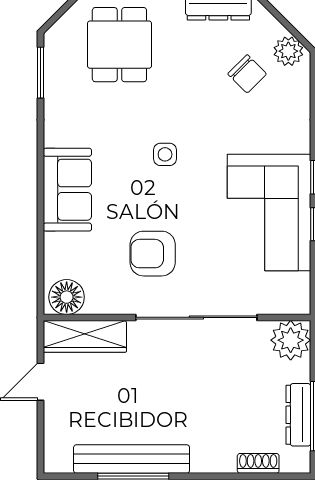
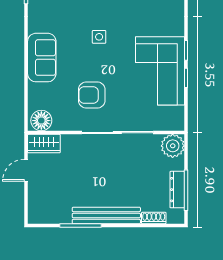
wardrobe: (85, 336) -> (44, 144), width x0.67
bench: (132, 459) -> (106, 216), moved

